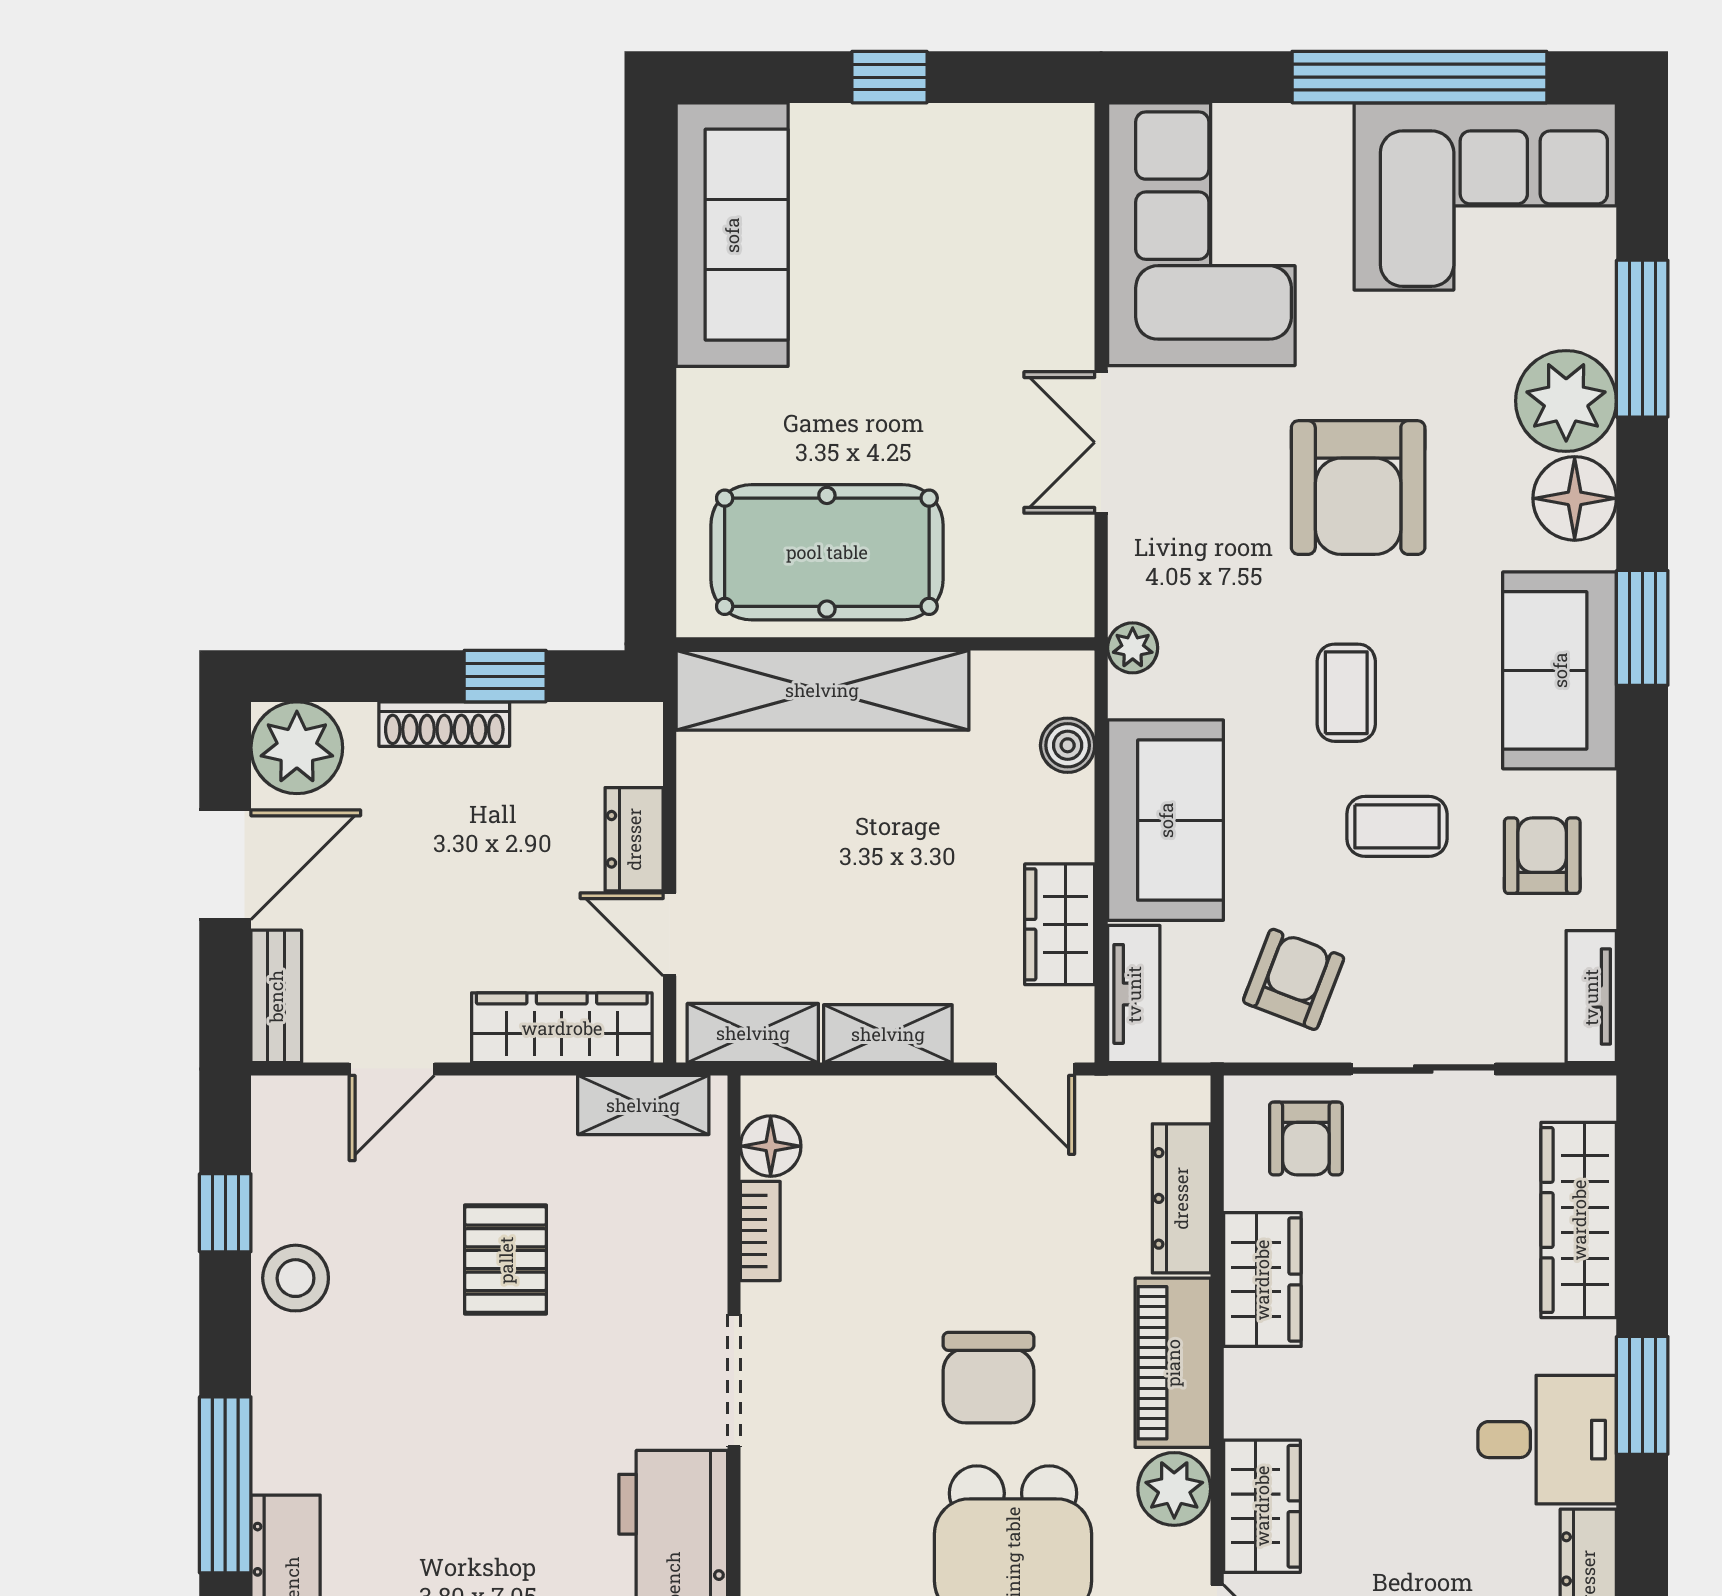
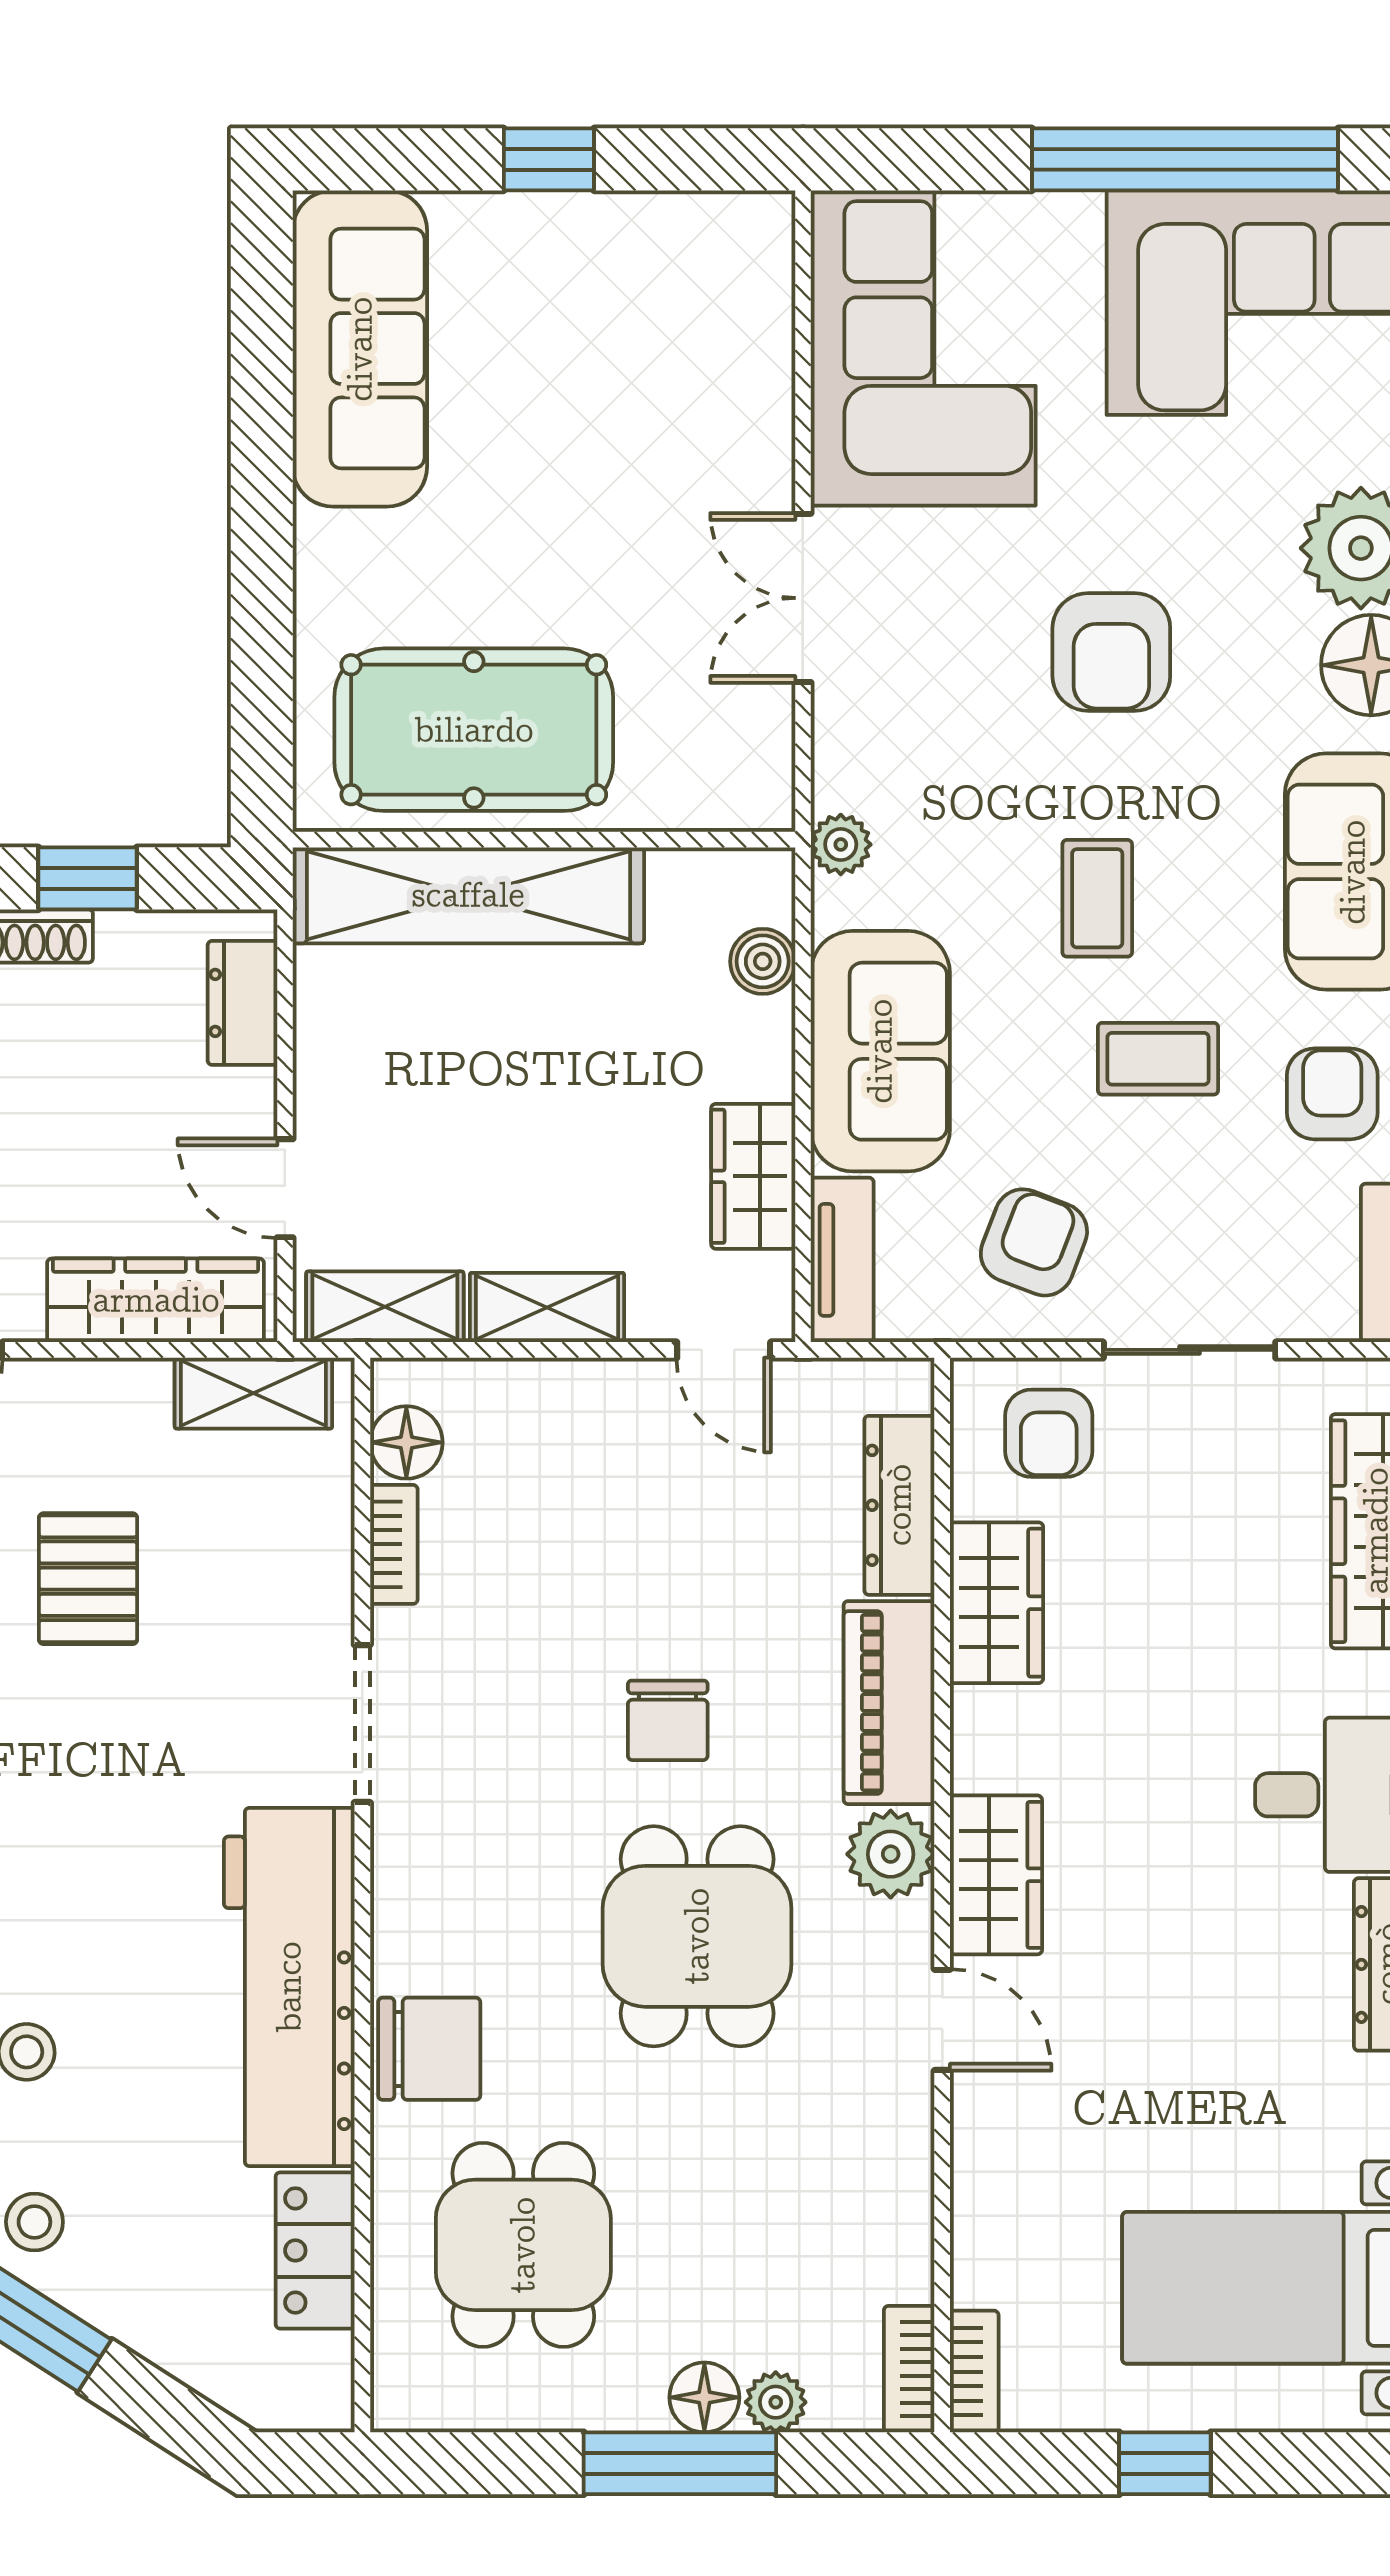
armchair: (1358, 488) -> (1111, 652), width x0.73, depth x0.73
dresser: (634, 839) -> (242, 1003), moved
chair: (989, 1378) -> (668, 1720), width x0.73, depth x0.73

